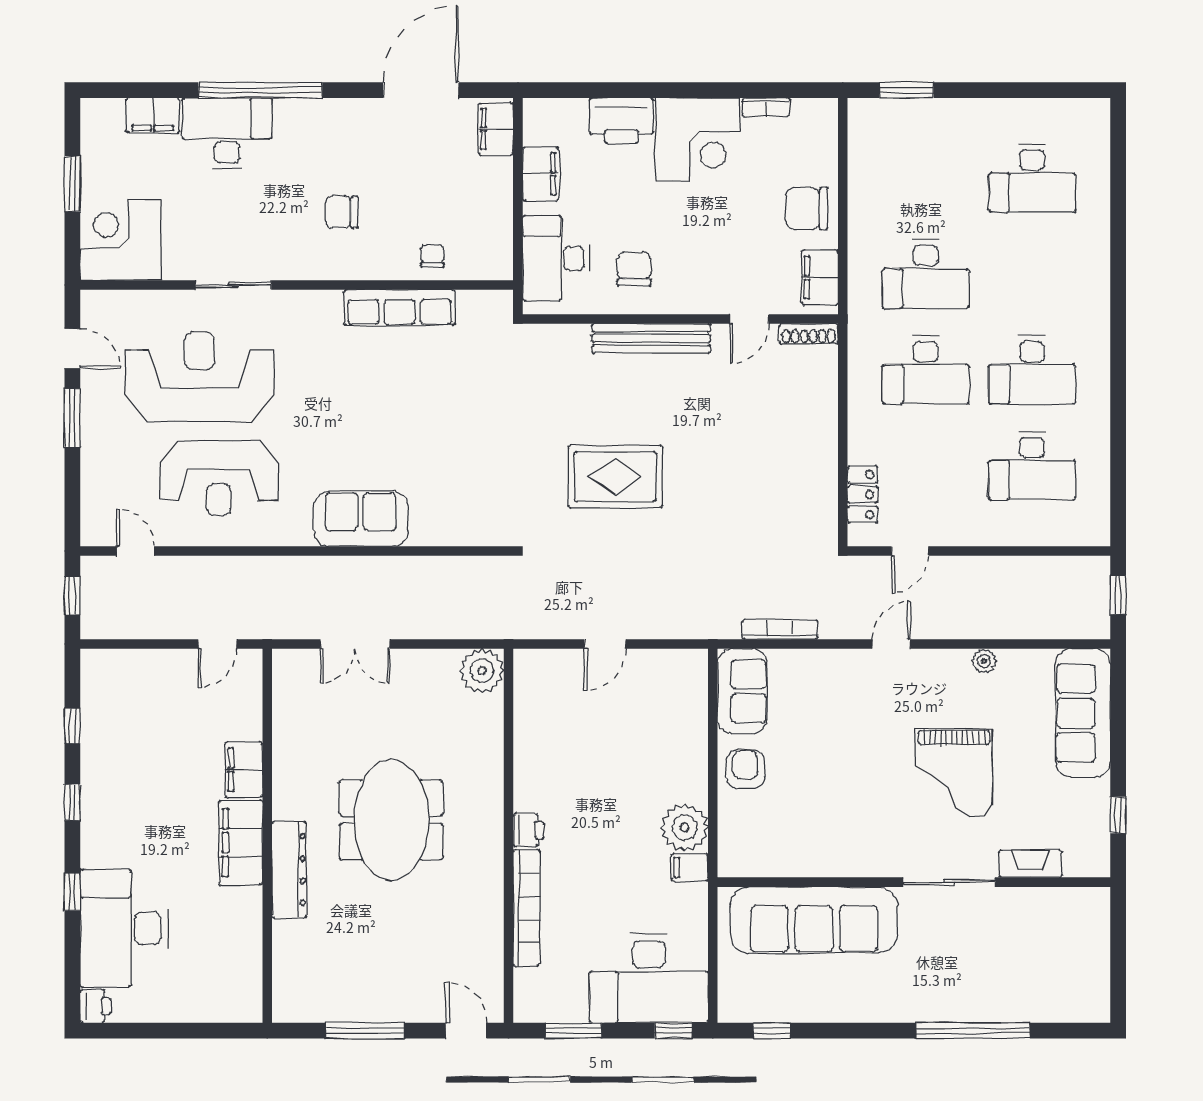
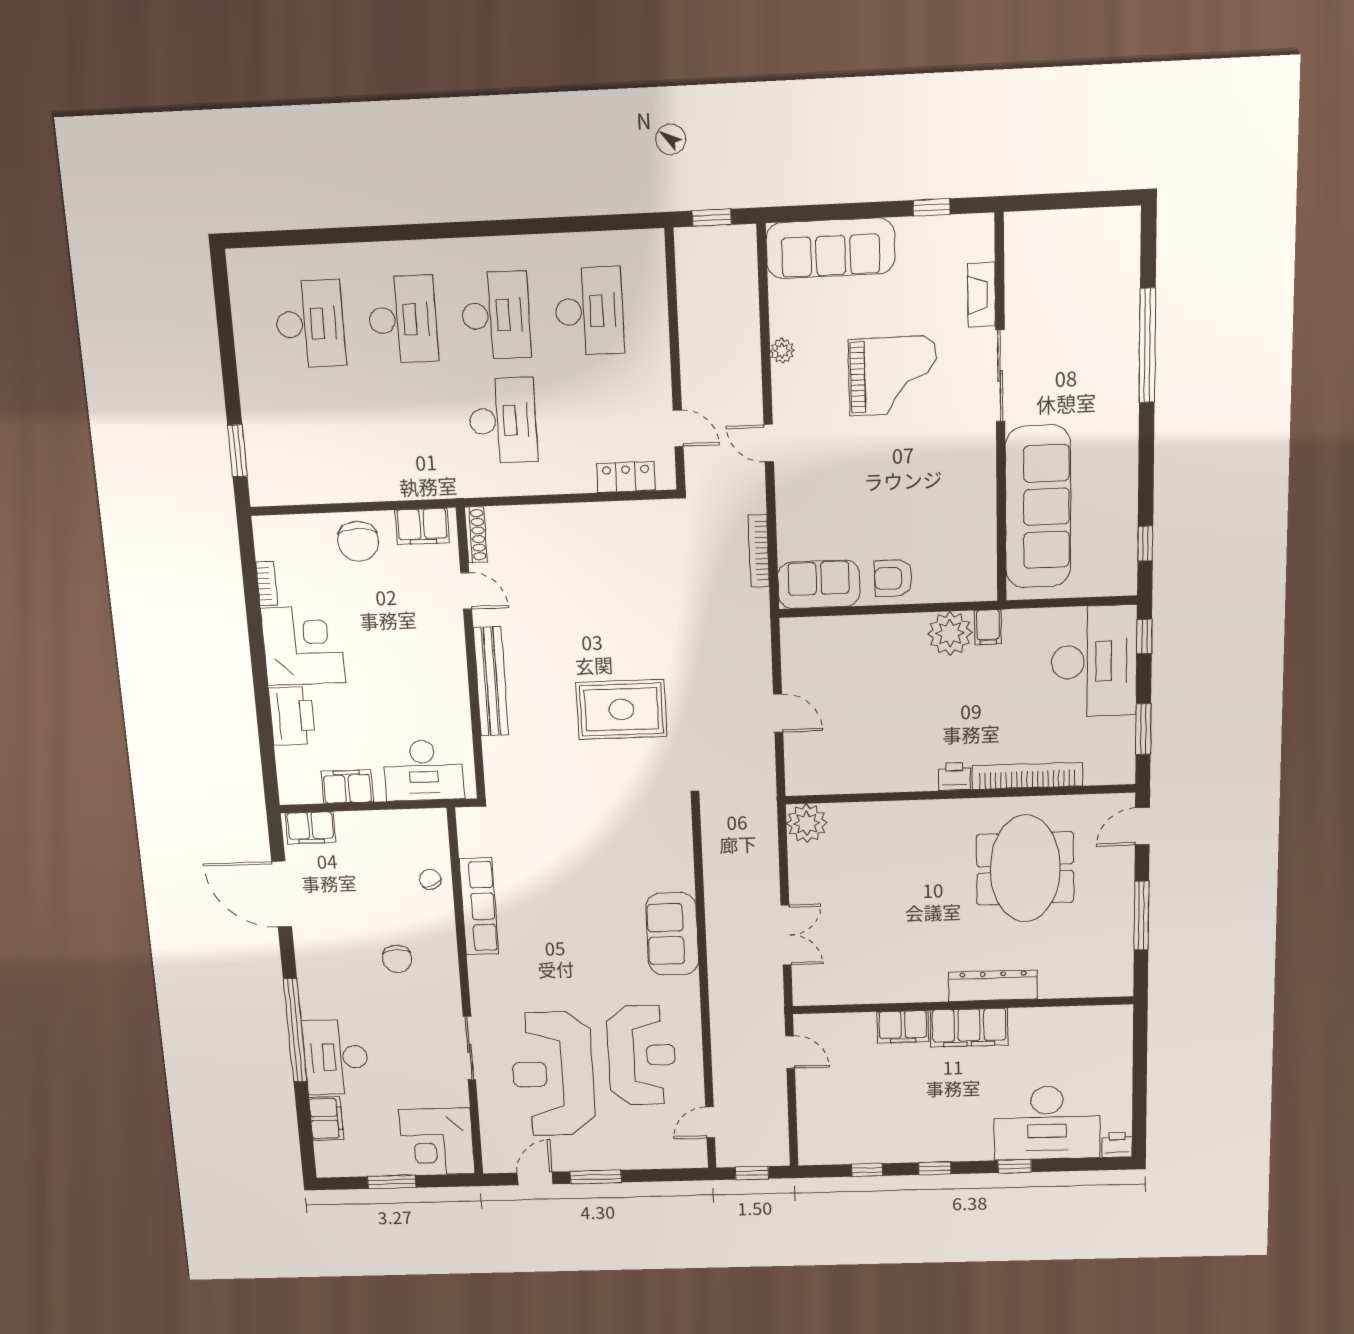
chair: (432, 256) -> (430, 879), turned 68
chair: (634, 269) -> (428, 700), removed
desk: (926, 274) -> (403, 320), moved
rug: (615, 477) -> (621, 709), turned 90
meeting table: (391, 820) -> (1025, 869), moved, turned 90

